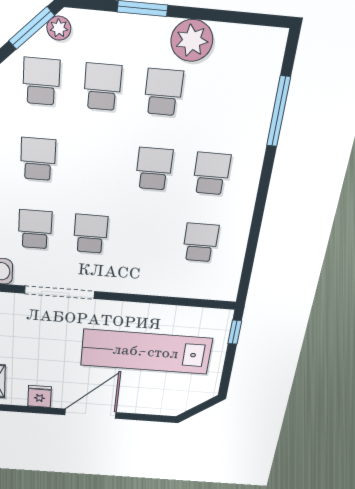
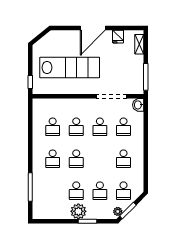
plant: (192, 41) -> (78, 211), moved
school desk: (146, 238) -> (76, 127), added

